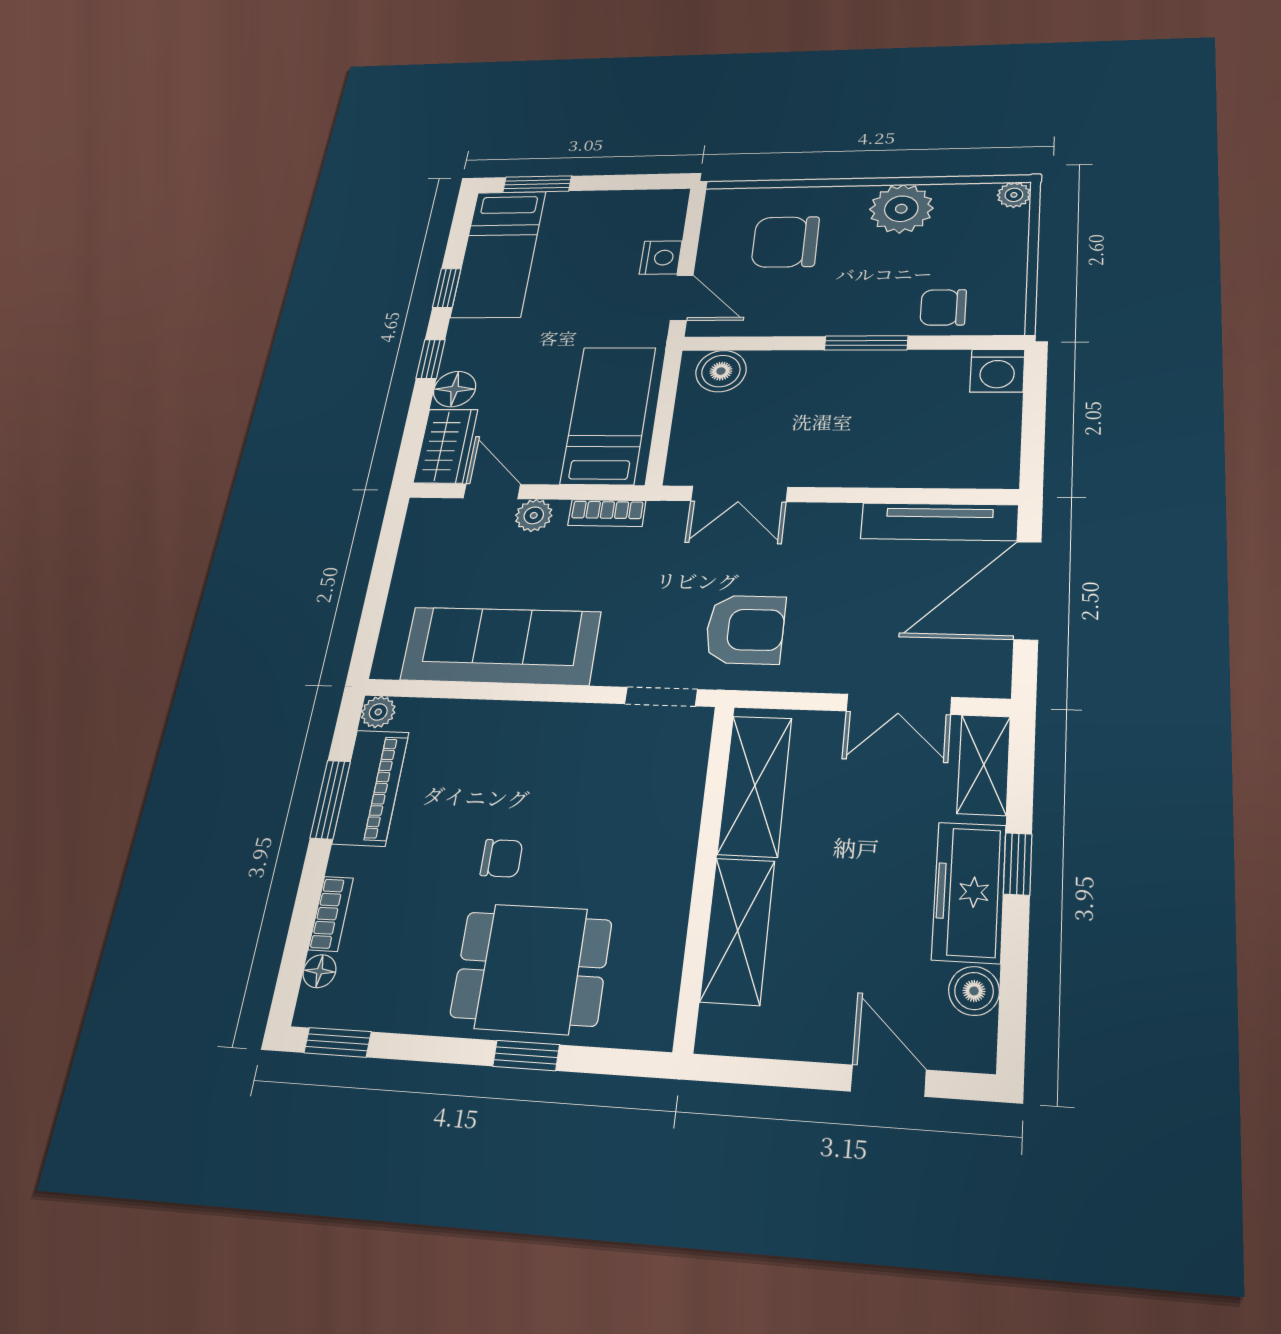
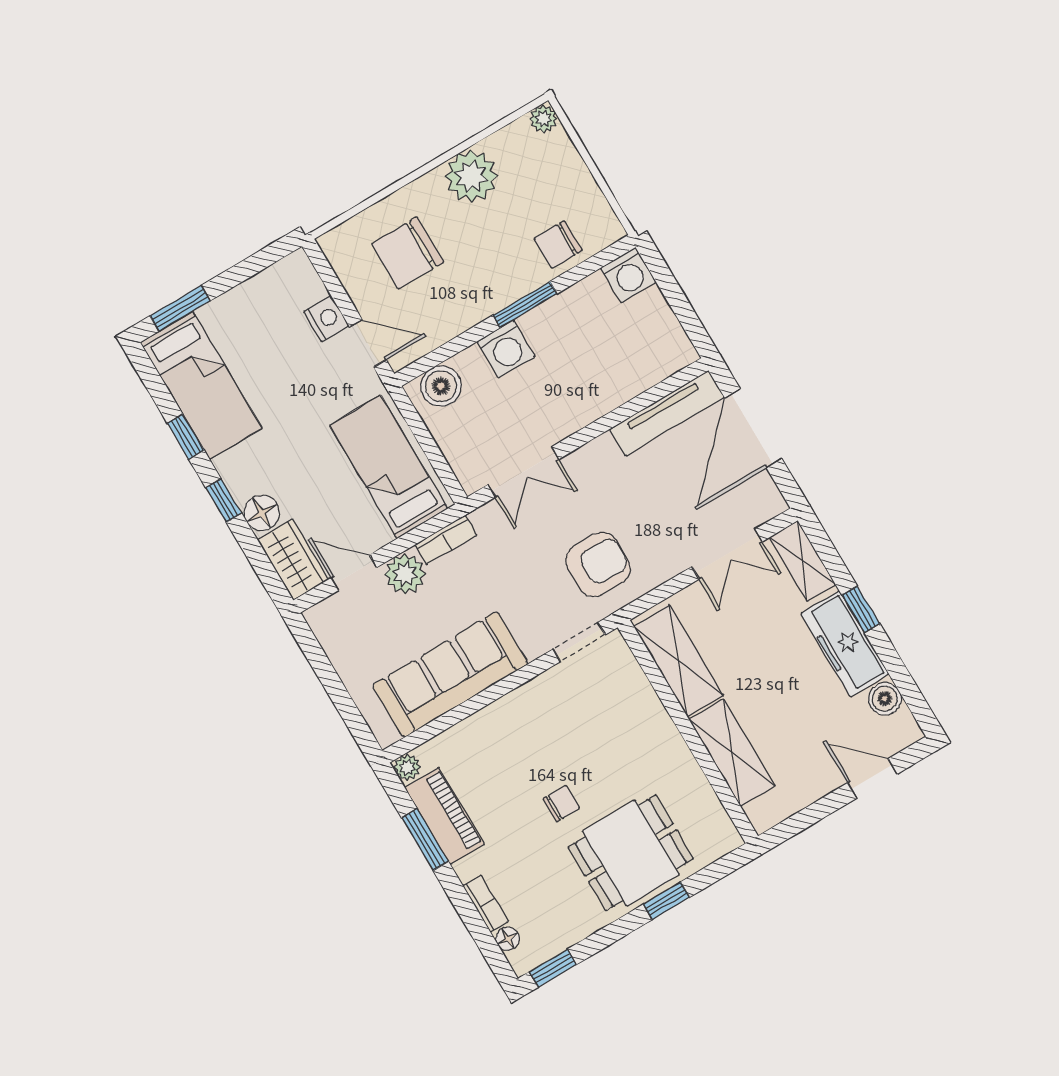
washing machine: (814, 372) -> (506, 349), added
plant: (534, 515) -> (405, 574), width x1.38, depth x1.38

